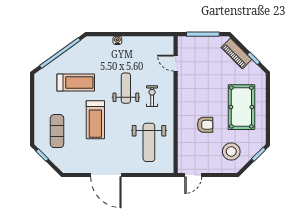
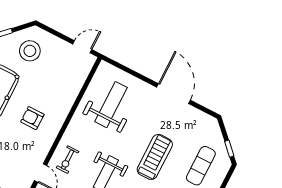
exercise bike: (152, 96) -> (68, 160), moved
armchair: (205, 125) -> (32, 118), moved

